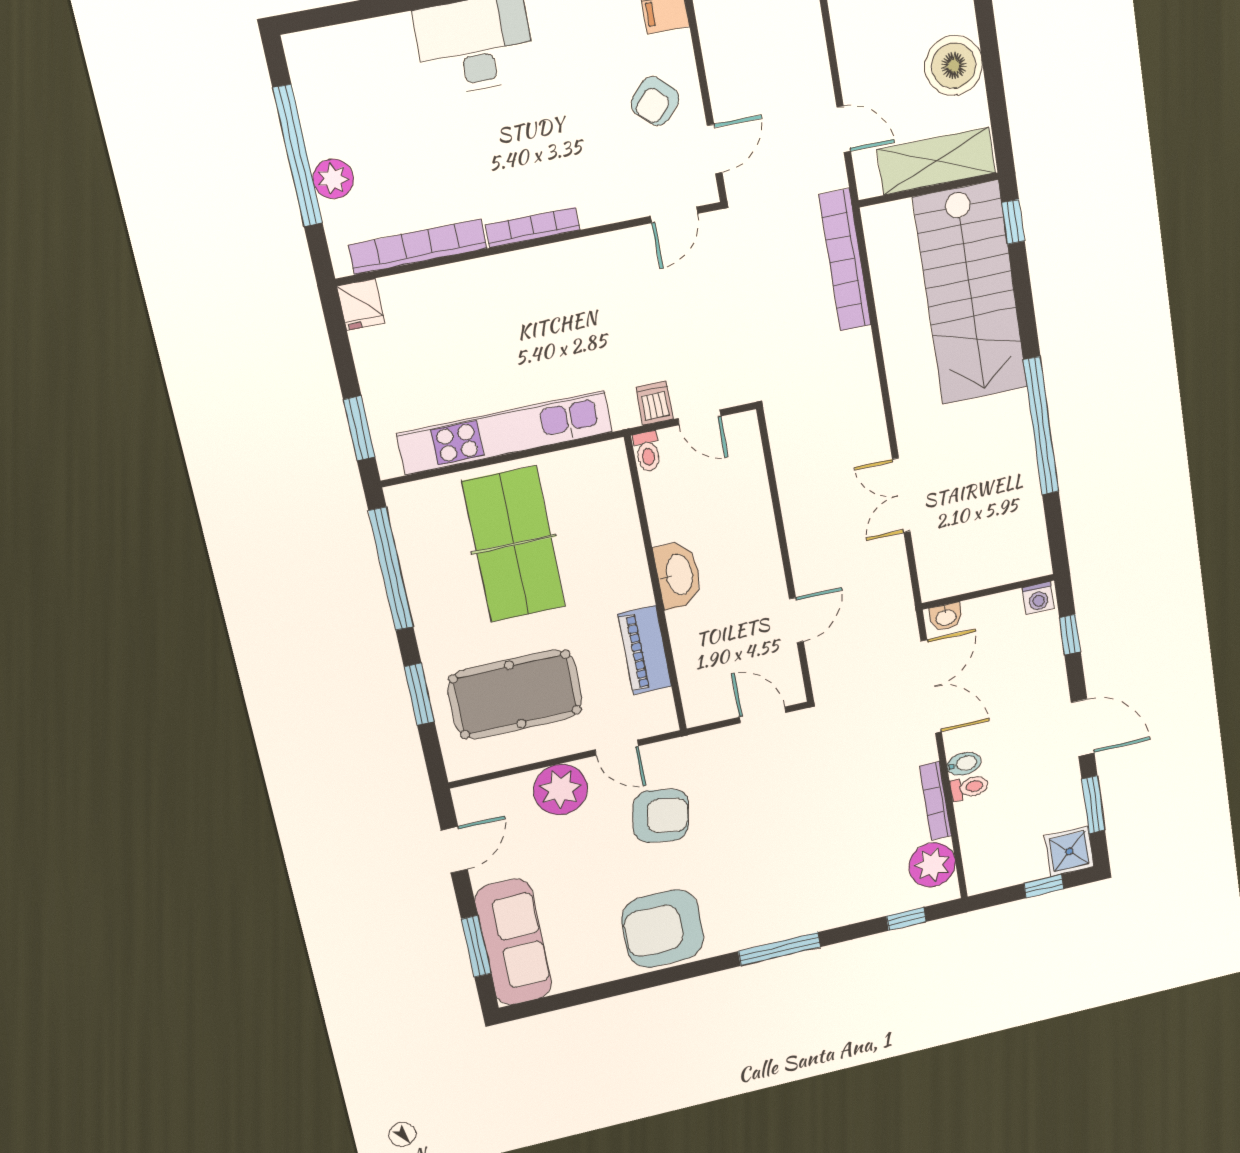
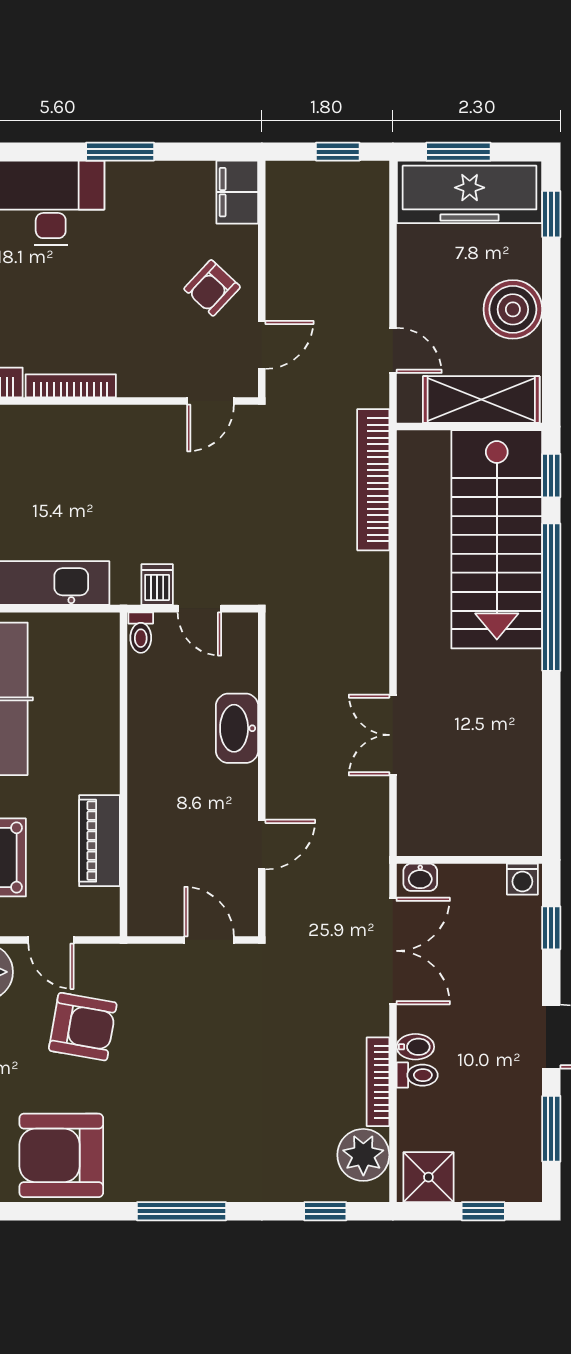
window: (1041, 426) -> (551, 597), moved
washbasin: (678, 575) -> (237, 728), moved, turned 180
shower: (1069, 851) -> (428, 1177), moved

